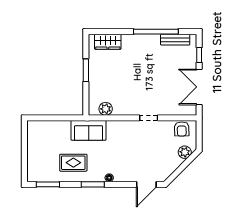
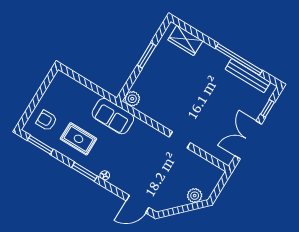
bench: (175, 40) -> (248, 76), width x1.36
plant: (106, 109) -> (132, 99), moved
armchair: (182, 129) -> (47, 120), moved, turned 90

